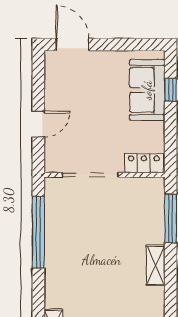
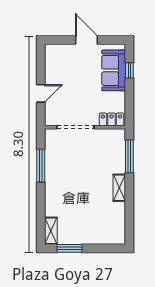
door: (73, 45) -> (86, 40), moved
window: (38, 232) -> (41, 166), width x0.68

